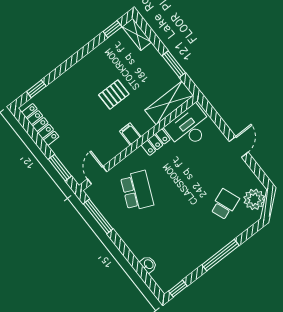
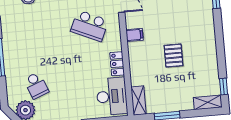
shelving: (169, 103) -> (139, 101), width x0.67, depth x0.75
filing cabinet: (130, 134) -> (134, 35), moved

